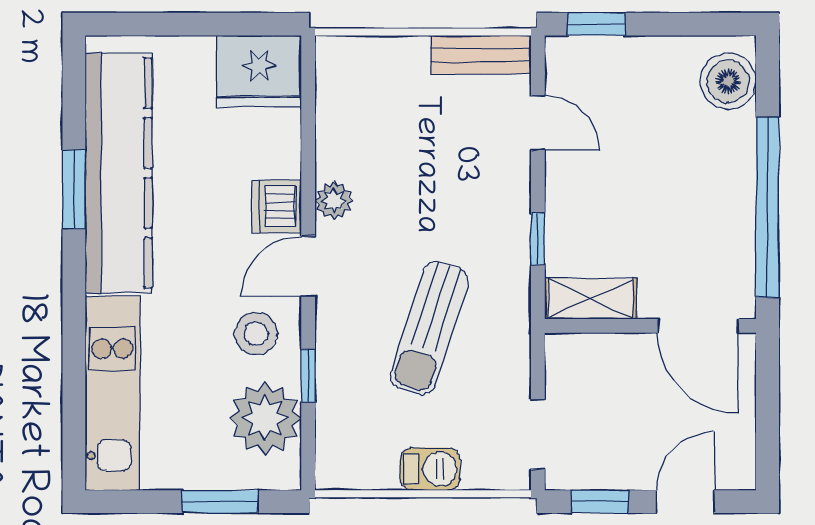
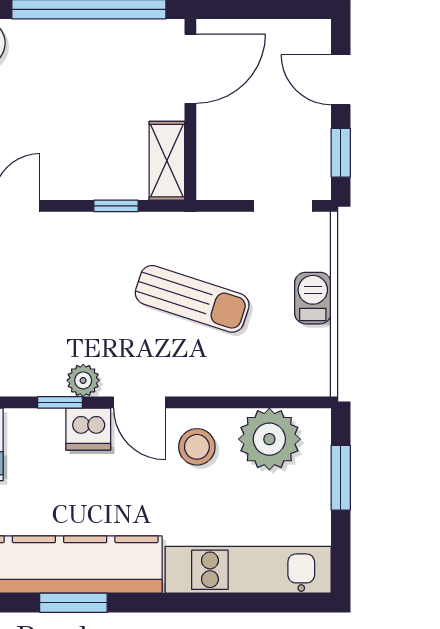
window: (308, 376) -> (60, 402), moved

